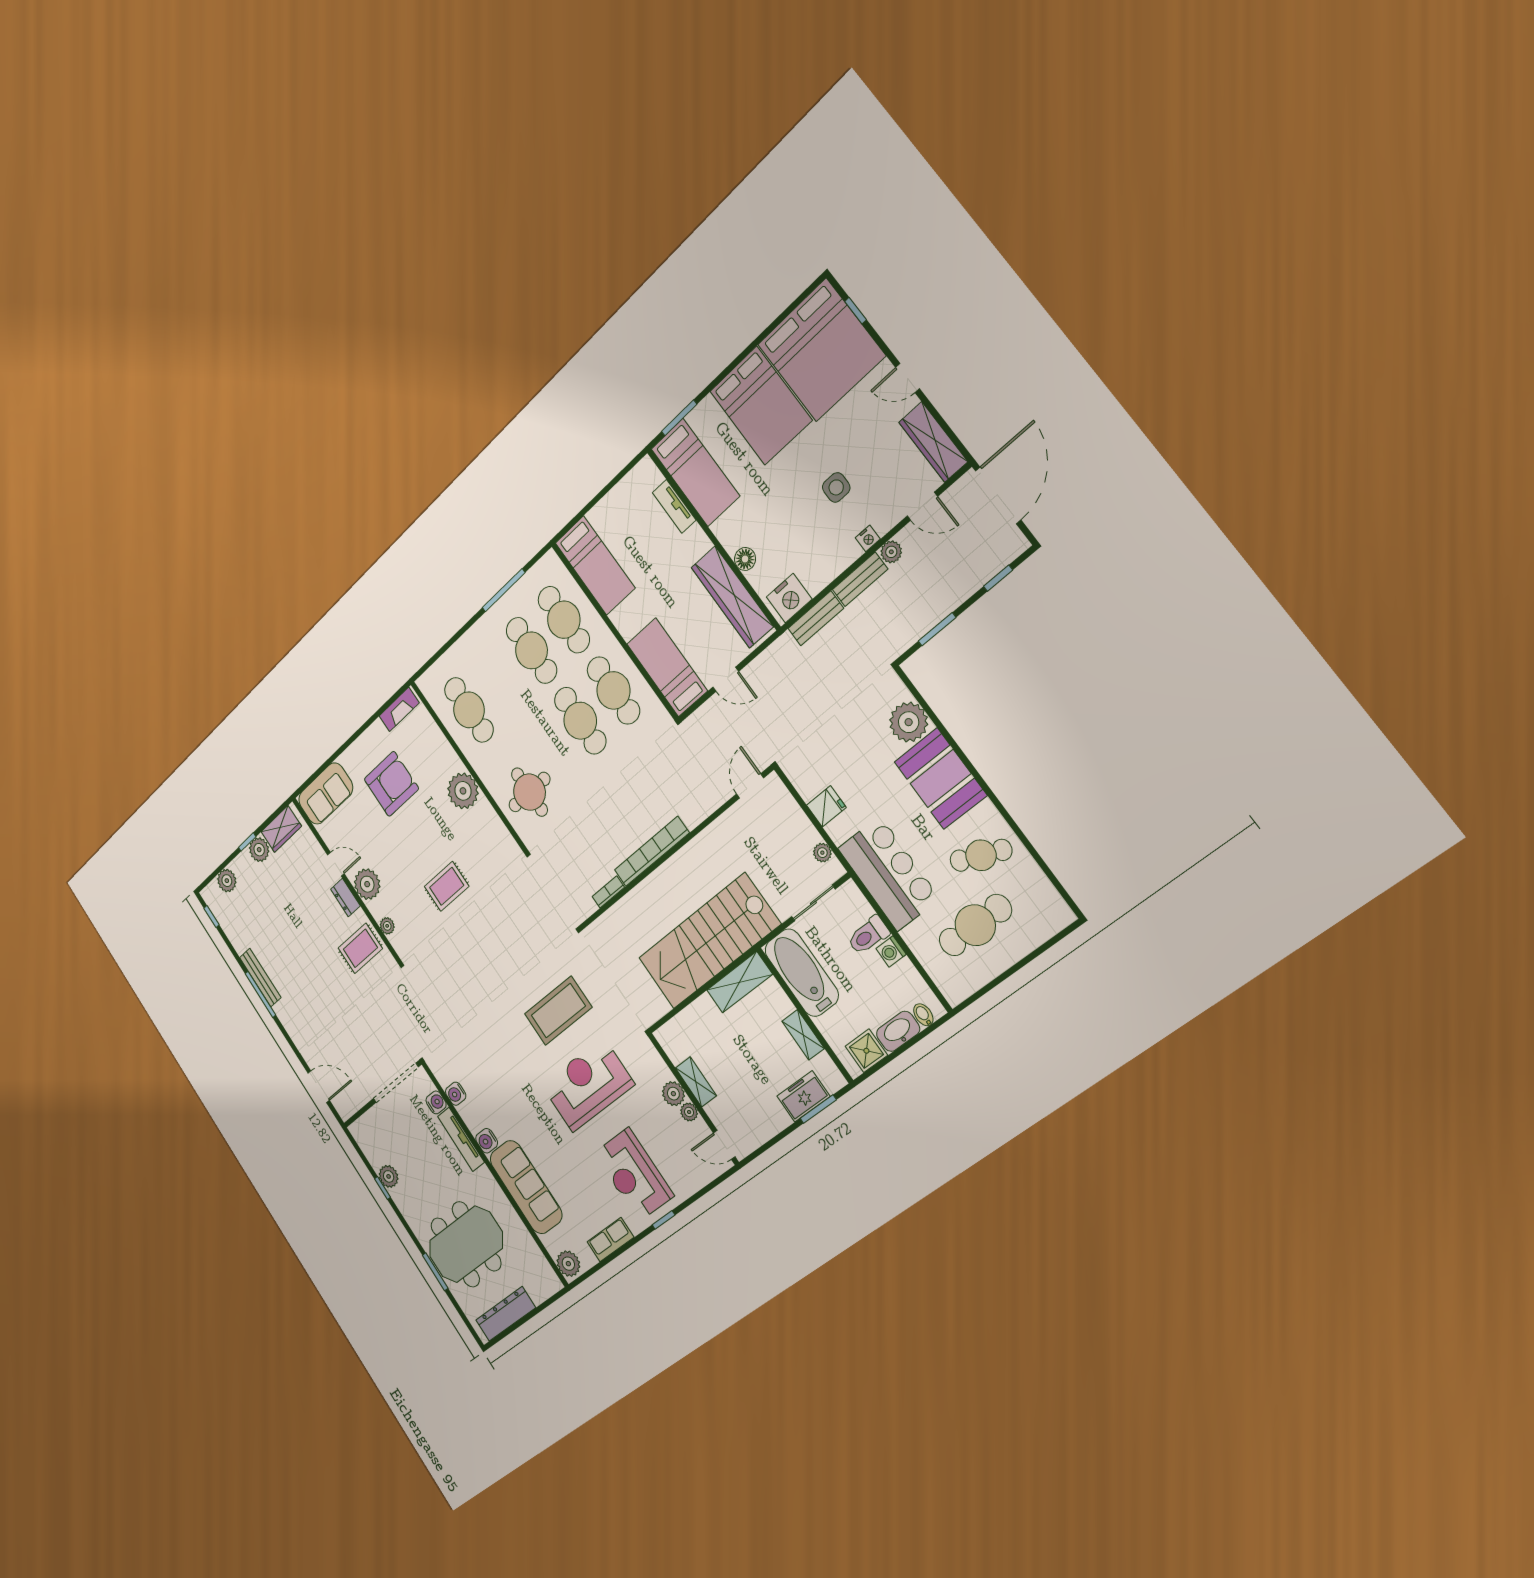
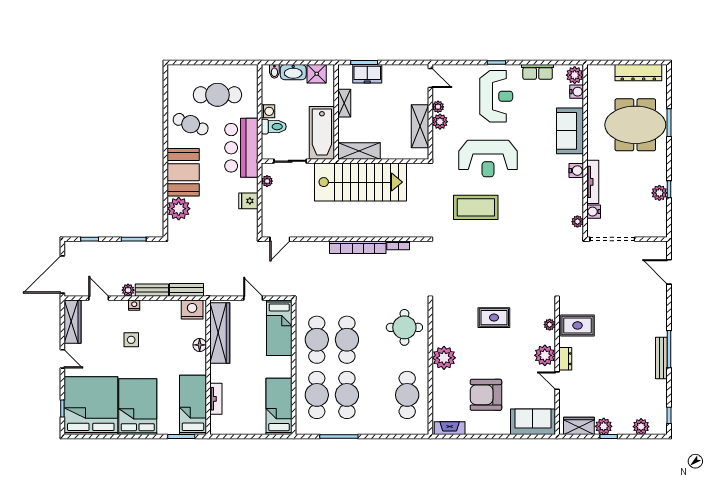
plant: (444, 1077) -> (577, 222), added
shelving: (696, 1082) -> (420, 126), width x1.50, depth x1.33
water cooler: (456, 1094) -> (577, 92), moved
sofa: (526, 1187) -> (570, 131), width x0.73

